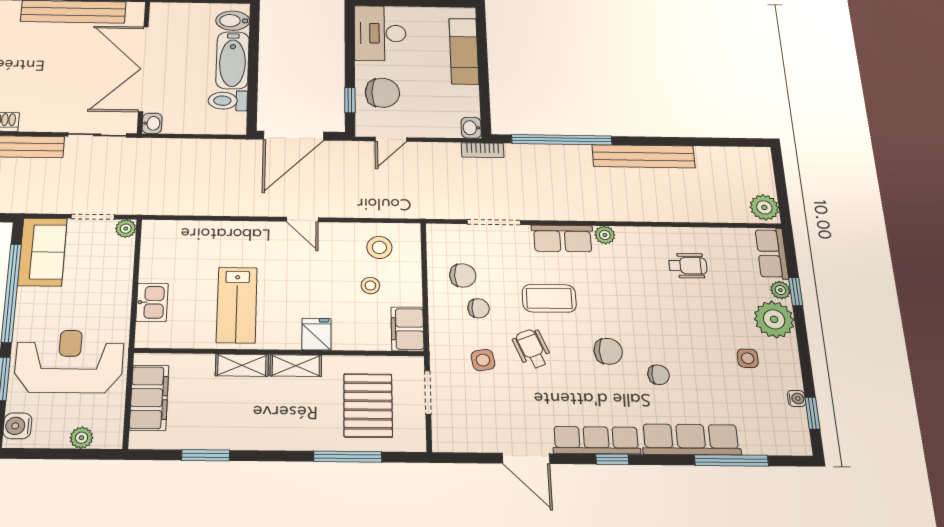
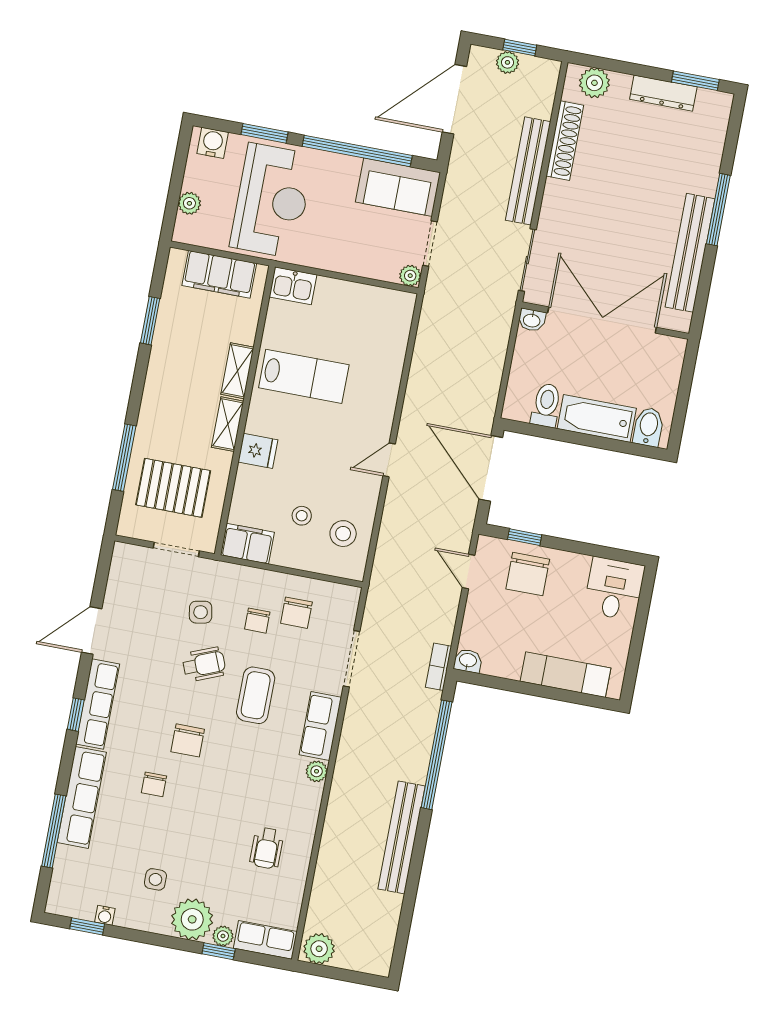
desk: (380, 33) -> (614, 589), width x0.73
kitchen sink: (152, 302) -> (293, 286), moved
lab bench: (237, 305) -> (304, 376), turned 180

